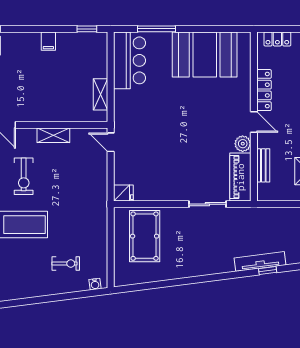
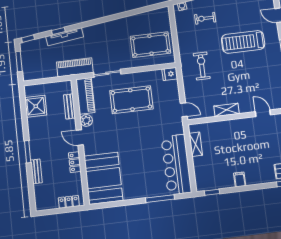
booth: (205, 54) -> (103, 178), moved, turned 90
bar counter: (129, 60) -> (176, 164), width x1.36
locker: (264, 90) -> (75, 162), width x0.66
pool table: (179, 164) -> (131, 100), added
exercise bike: (24, 176) -> (202, 66), moved
piano: (251, 218) -> (75, 67), added
pool table: (145, 236) -> (150, 45), turned 90

